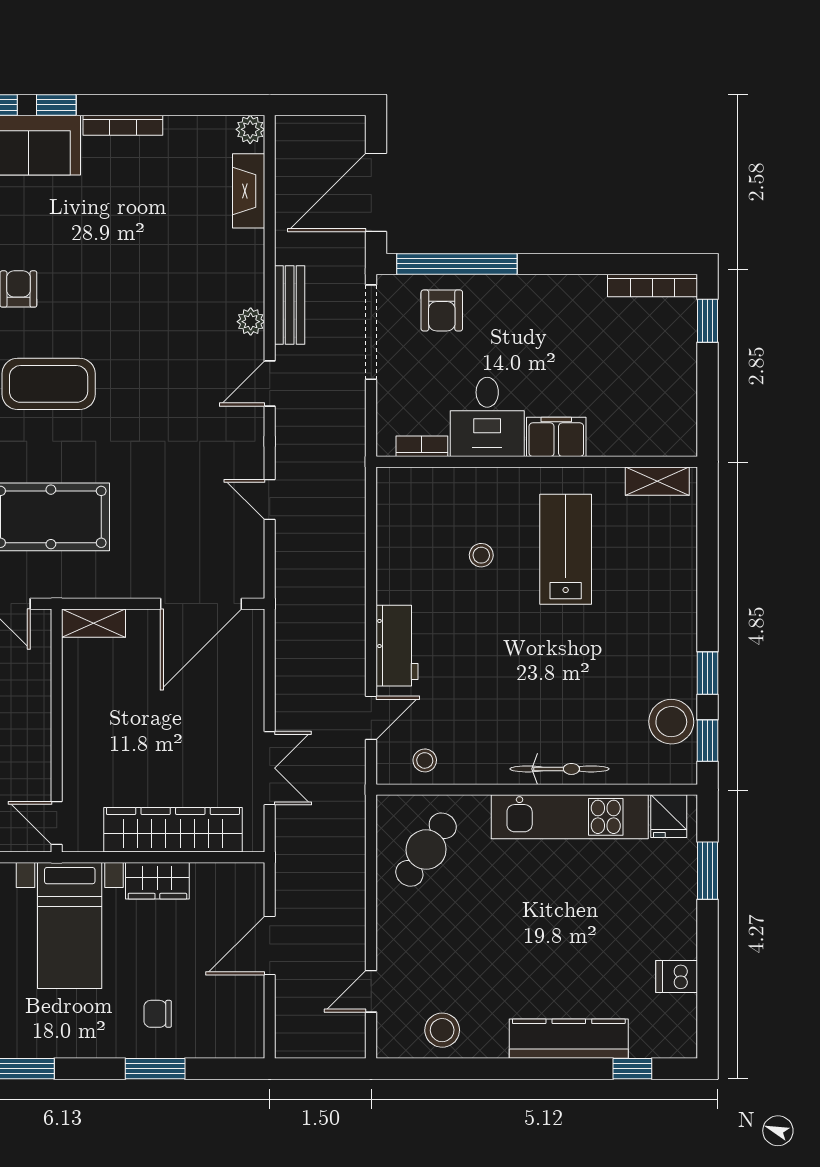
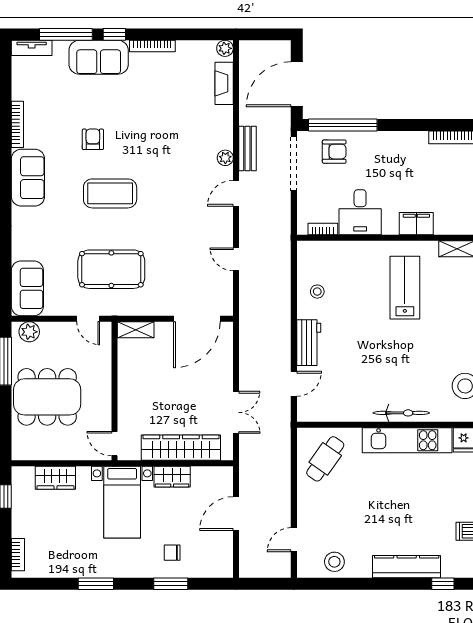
armchair: (442, 311) -> (334, 152), turned -90
filing cabinet: (556, 437) -> (416, 224), moved
stool: (481, 555) -> (317, 292), moved
stool: (425, 760) -> (324, 408), removed

